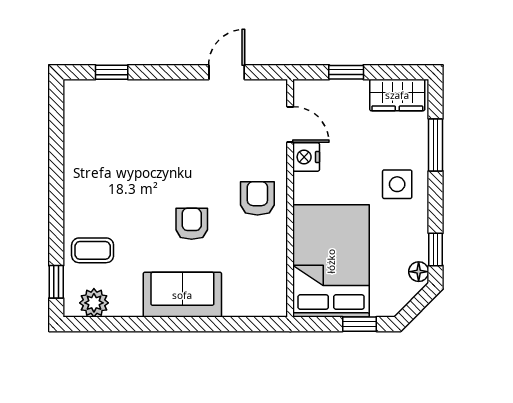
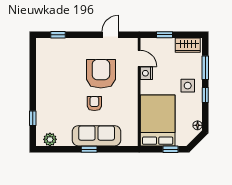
armchair: (257, 198) -> (101, 74), moved, width x1.88, depth x1.88
window: (436, 249) -> (205, 95), moved
coffee table: (93, 250) -> (49, 116), removed
window: (56, 282) -> (33, 118), moved
sofa: (182, 295) -> (97, 136), width x1.36
window: (180, 324) -> (89, 149), added

